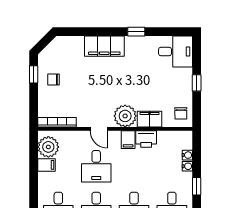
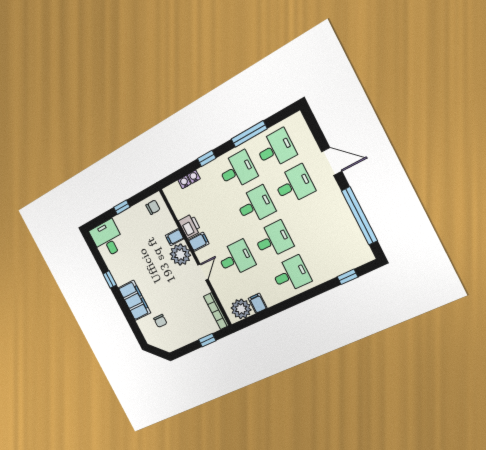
window: (34, 74) -> (207, 340), moved
chair: (54, 80) -> (160, 321), moved
filing cabinet: (150, 119) -> (175, 237), width x0.50

